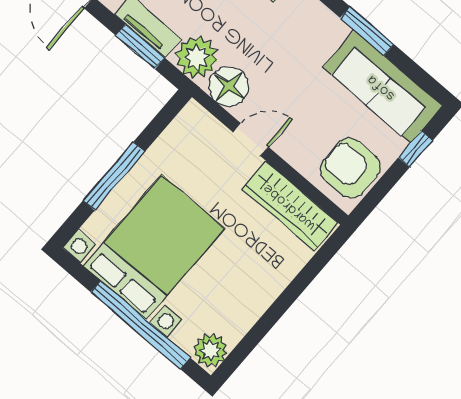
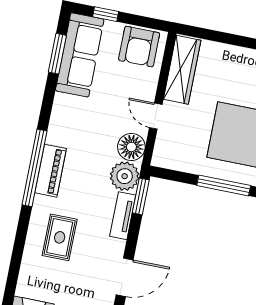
window: (367, 31) -> (57, 54), moved
window: (140, 47) -> (141, 196), moved

